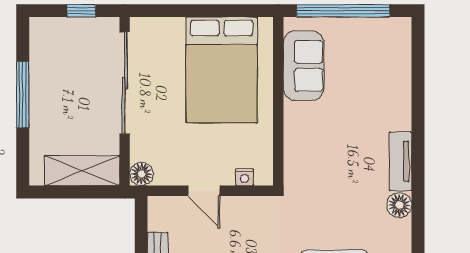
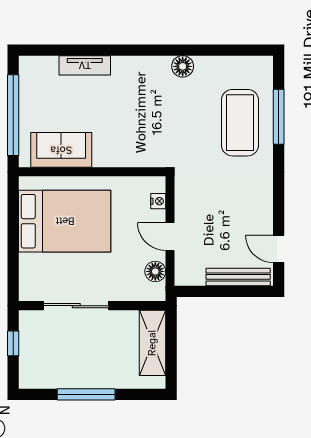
sliding door: (125, 83) -> (76, 306), width x0.73
tv unit: (400, 161) -> (85, 65), moved
floor lamp: (142, 174) -> (155, 271), moved
door: (204, 191) -> (170, 237), swing flipped

